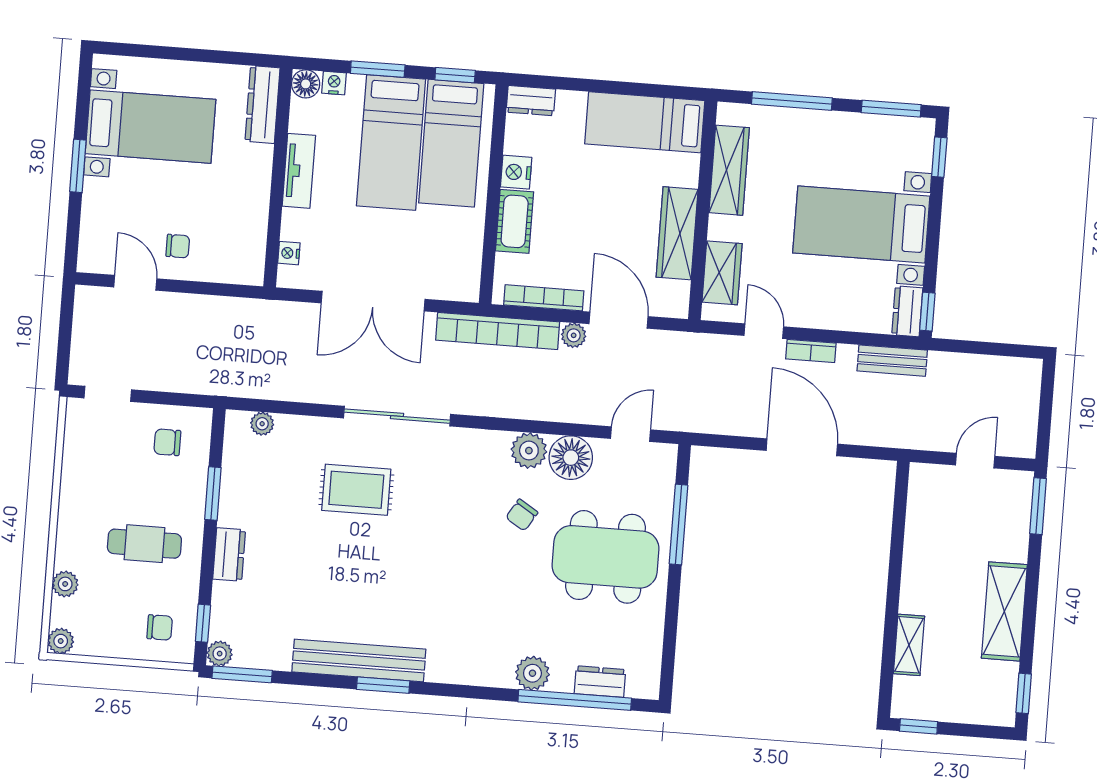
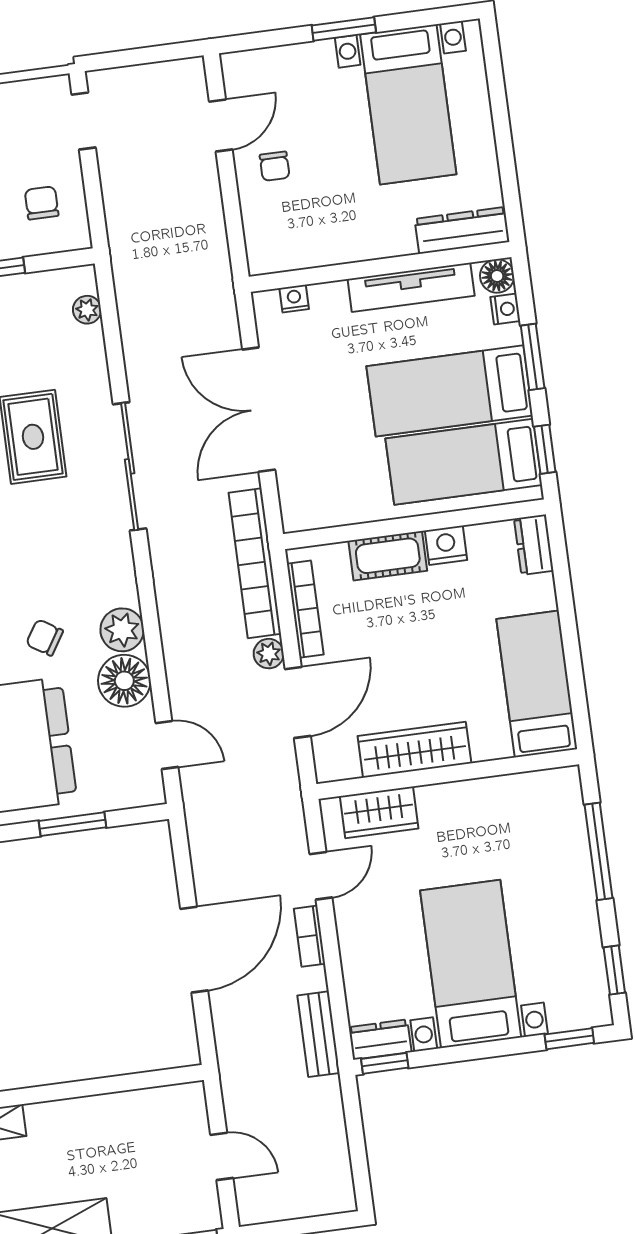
window: (891, 109) -> (614, 970), width x0.67
wardrobe: (729, 170) -> (502, 795), removed
tv unit: (299, 171) -> (411, 287), width x1.41
window: (679, 525) -> (72, 824), width x0.69

